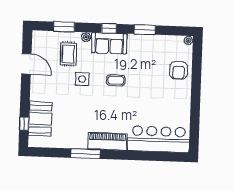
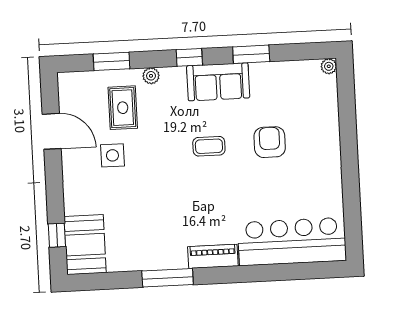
sofa: (109, 43) -> (218, 82), moved
armchair: (179, 70) -> (270, 142), moved, turned 180
side table: (82, 79) -> (112, 155), moved
booth: (40, 119) -> (85, 245), moved
piano: (107, 141) -> (213, 256), width x0.73, depth x0.75

